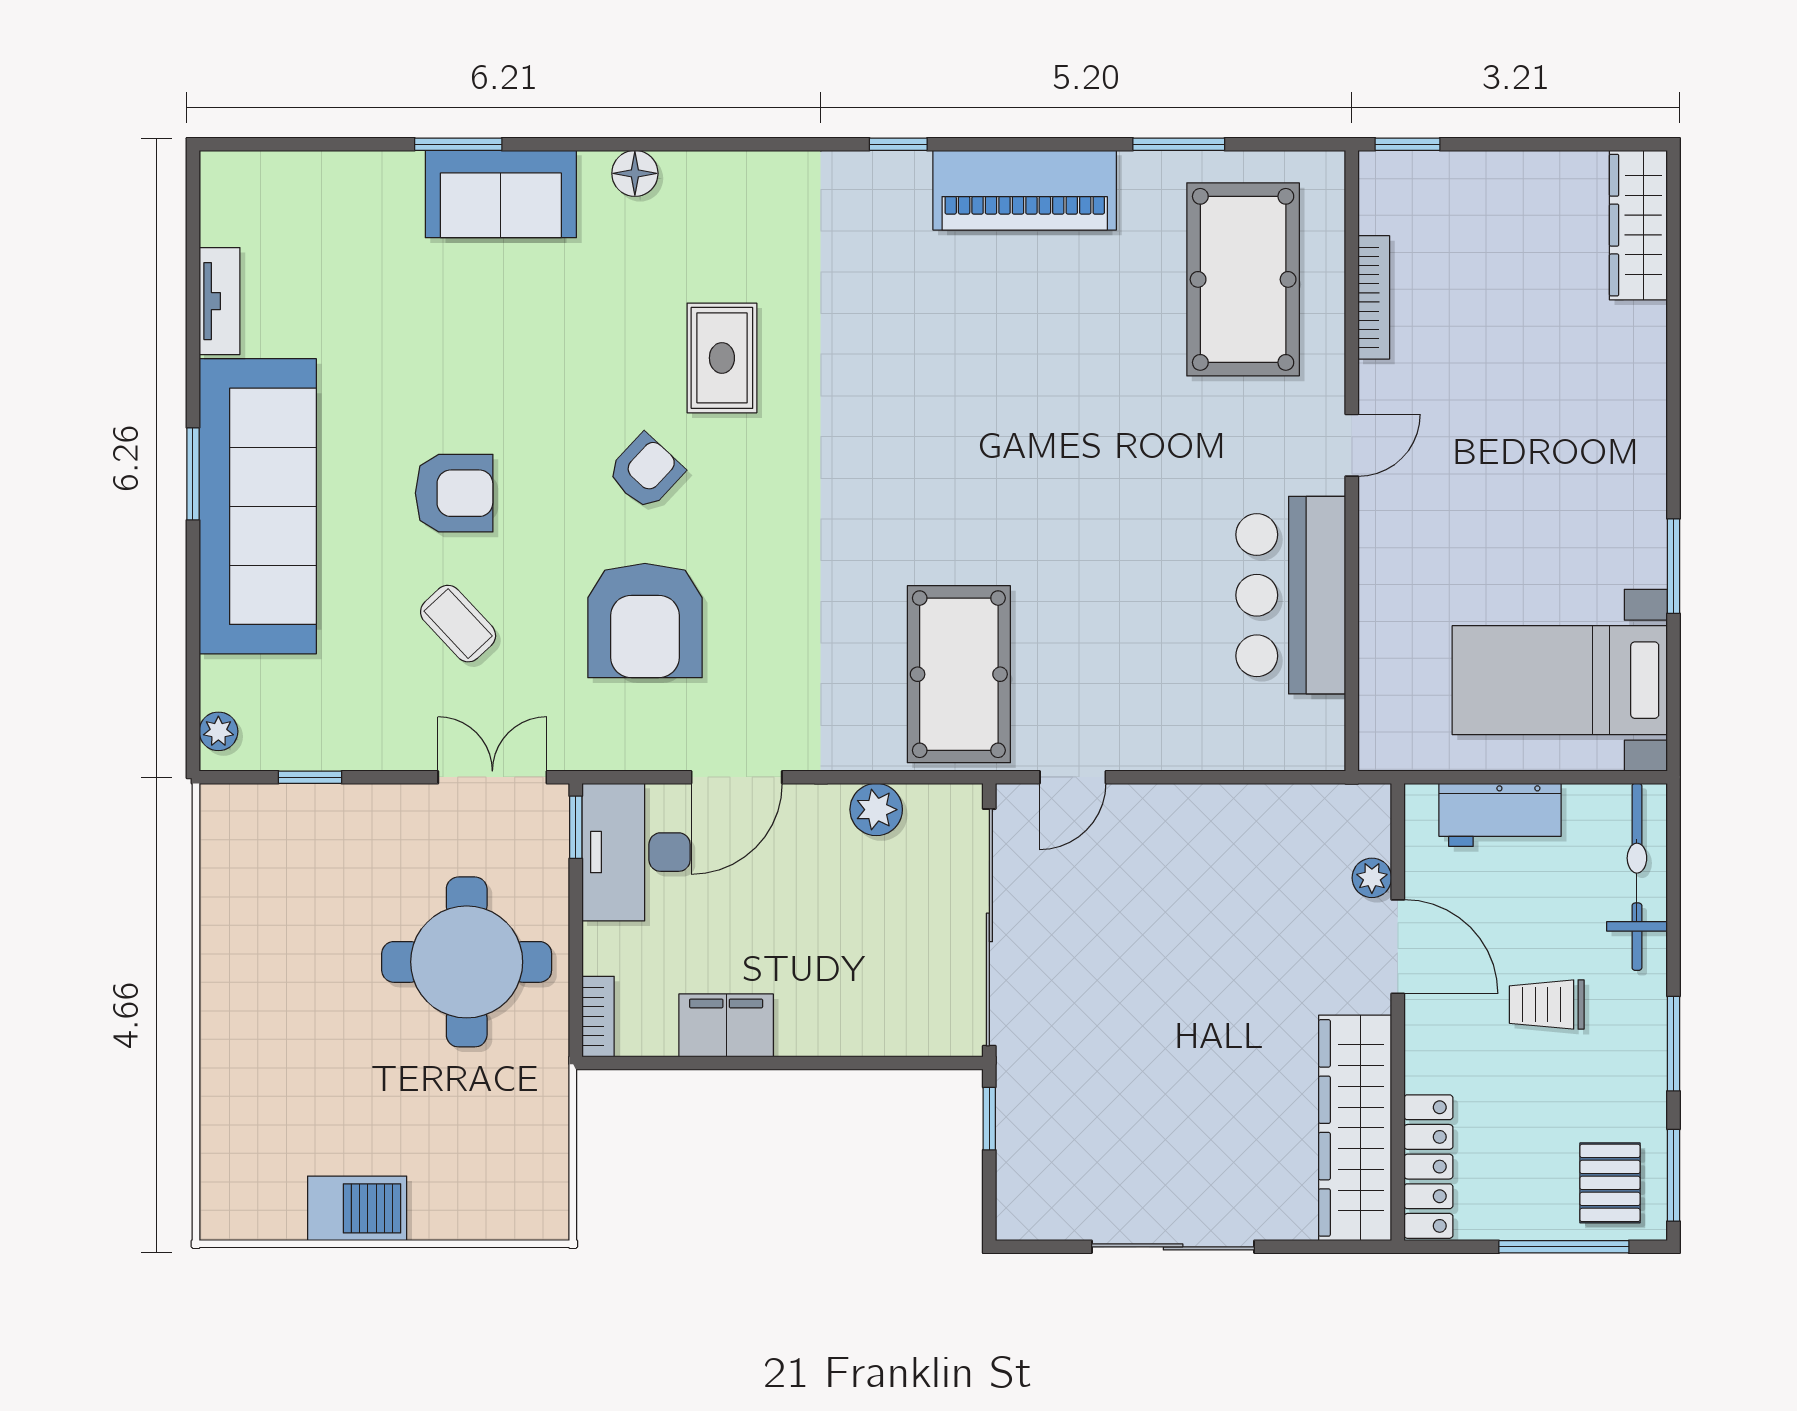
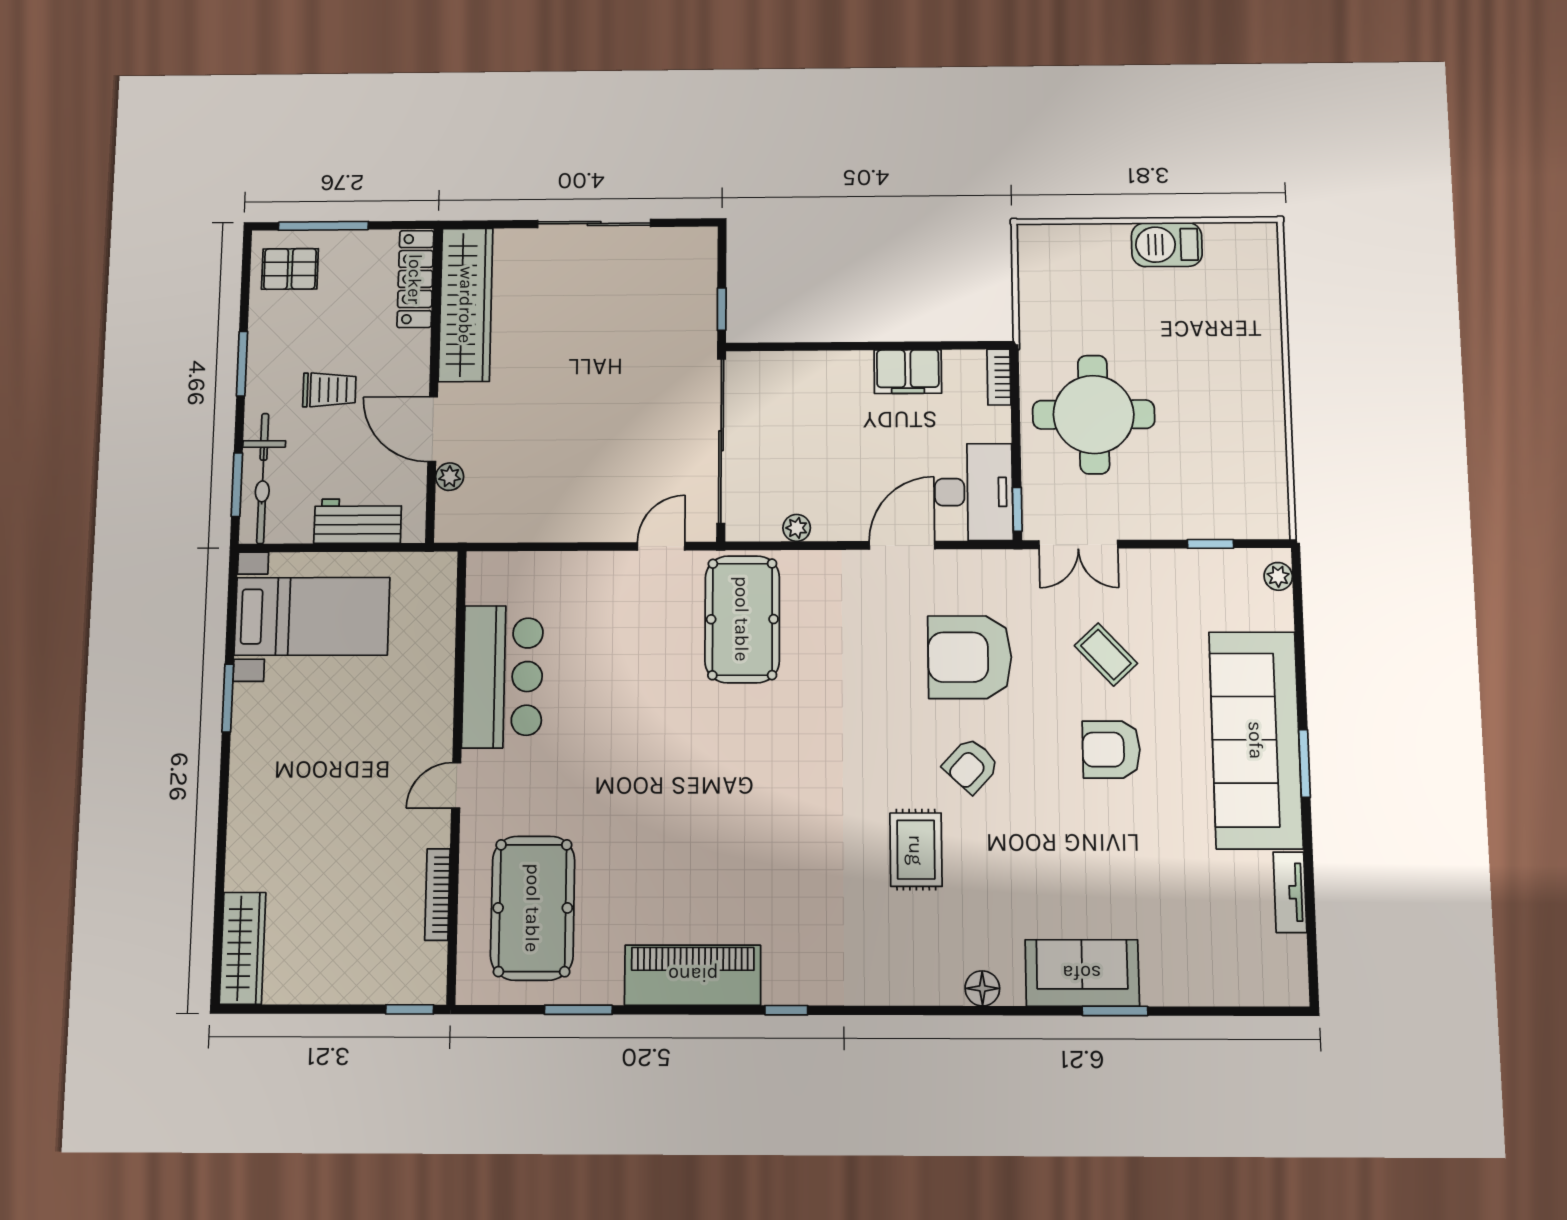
armchair: (645, 620) -> (970, 657), turned -90
plant: (876, 810) -> (797, 528), width x0.73, depth x0.73
window: (1673, 1175) -> (237, 485), moved
pallet: (1610, 1183) -> (290, 269), turned 90

